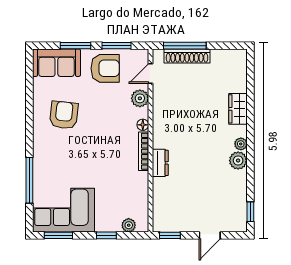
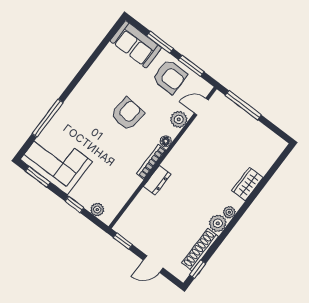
shoe rack: (187, 56) -> (200, 250), moved, turned 90
armchair: (64, 115) -> (127, 114), moved

